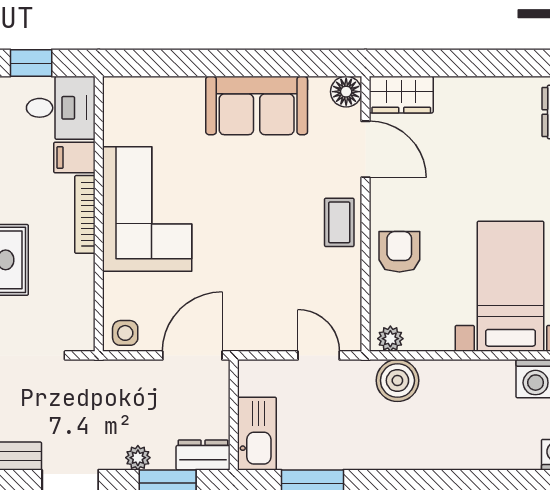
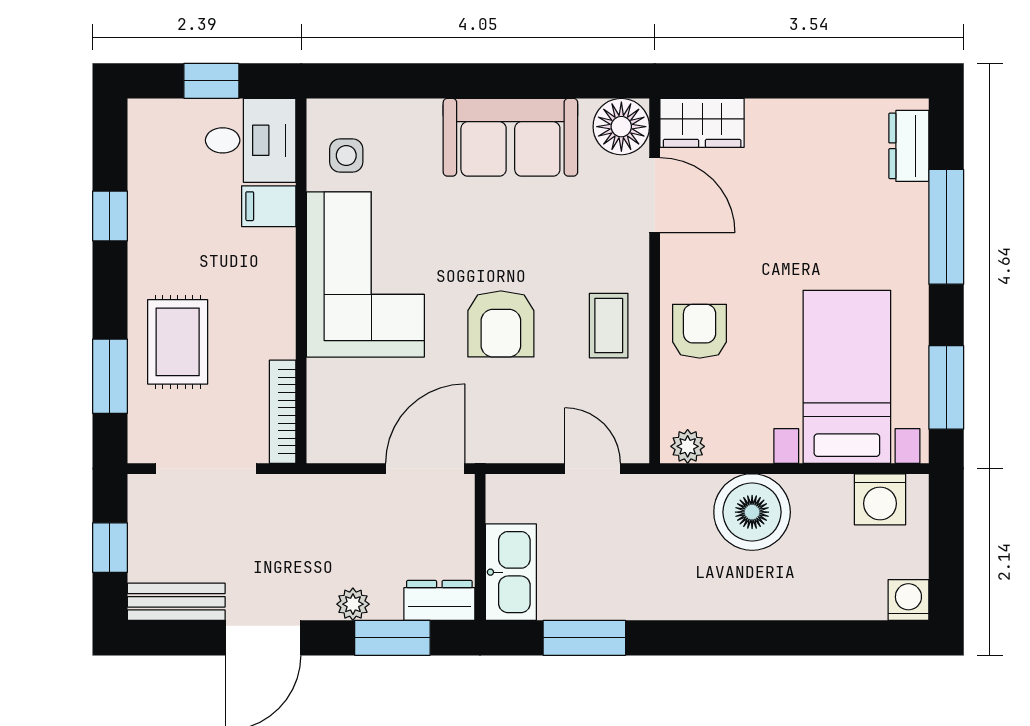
floor lamp: (346, 92) -> (621, 127), width x1.38, depth x1.38
bookcase: (85, 214) -> (283, 412), moved
coffee table: (339, 222) -> (609, 326), moved
armchair: (249, 246) -> (501, 324), added
side table: (125, 333) -> (346, 155), moved
boiler: (397, 380) -> (752, 512), moved, width x1.37, depth x1.37

